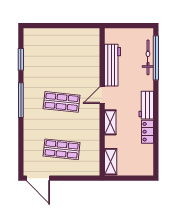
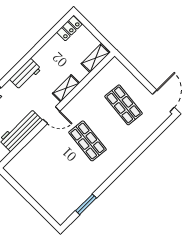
window: (21, 100) -> (117, 173), removed
locker: (148, 132) -> (69, 28), moved

